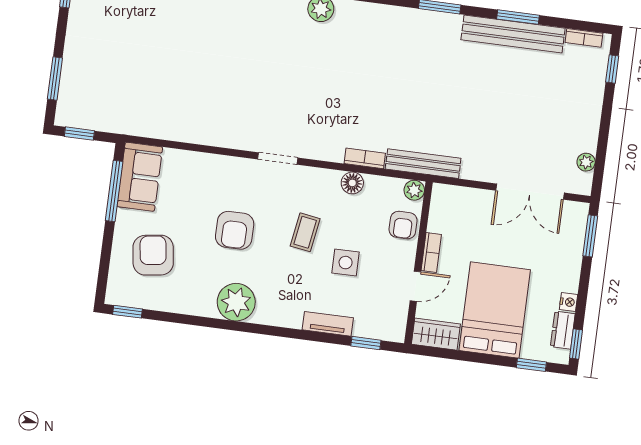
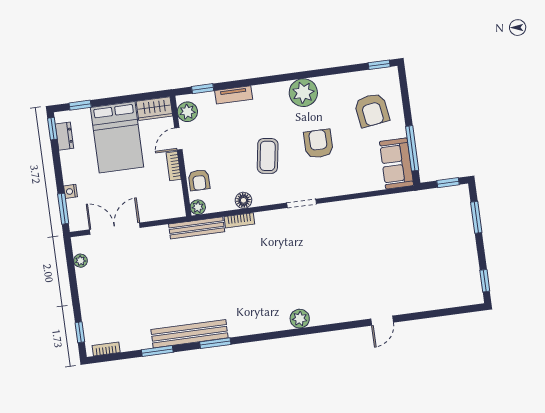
bench: (513, 34) -> (190, 334), moved
armchair: (403, 225) -> (199, 180), turned 180
coffee table: (305, 232) -> (268, 156), width x1.36, depth x1.30
side table: (346, 263) -> (233, 142), removed
nightstand: (569, 302) -> (70, 191), moved
plant: (394, 318) -> (187, 112), added

